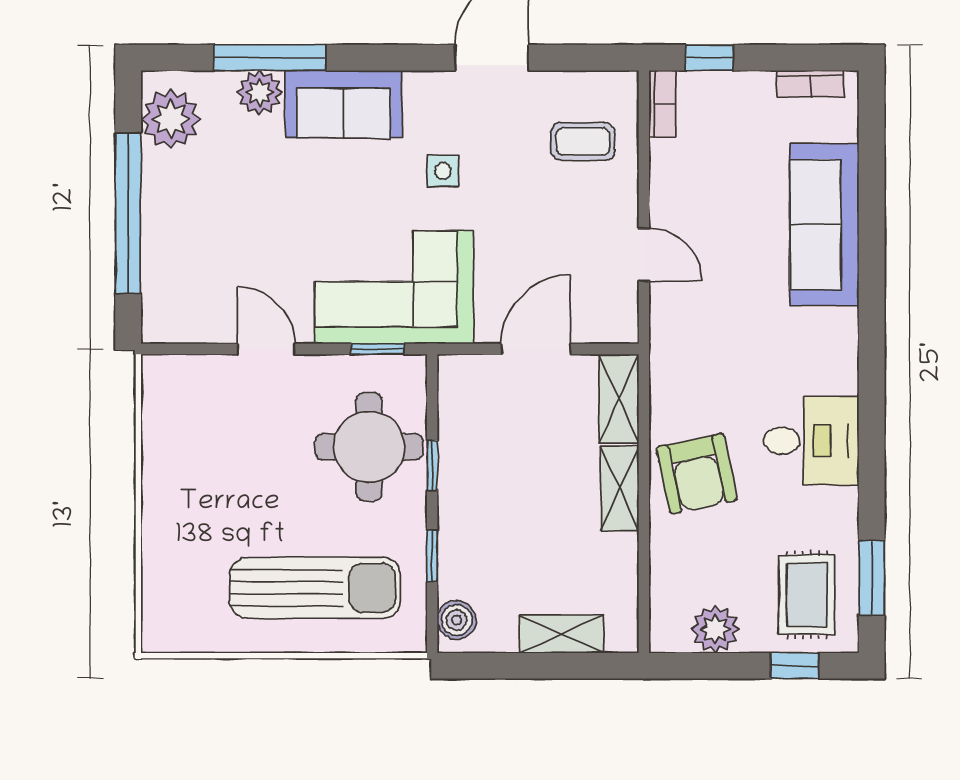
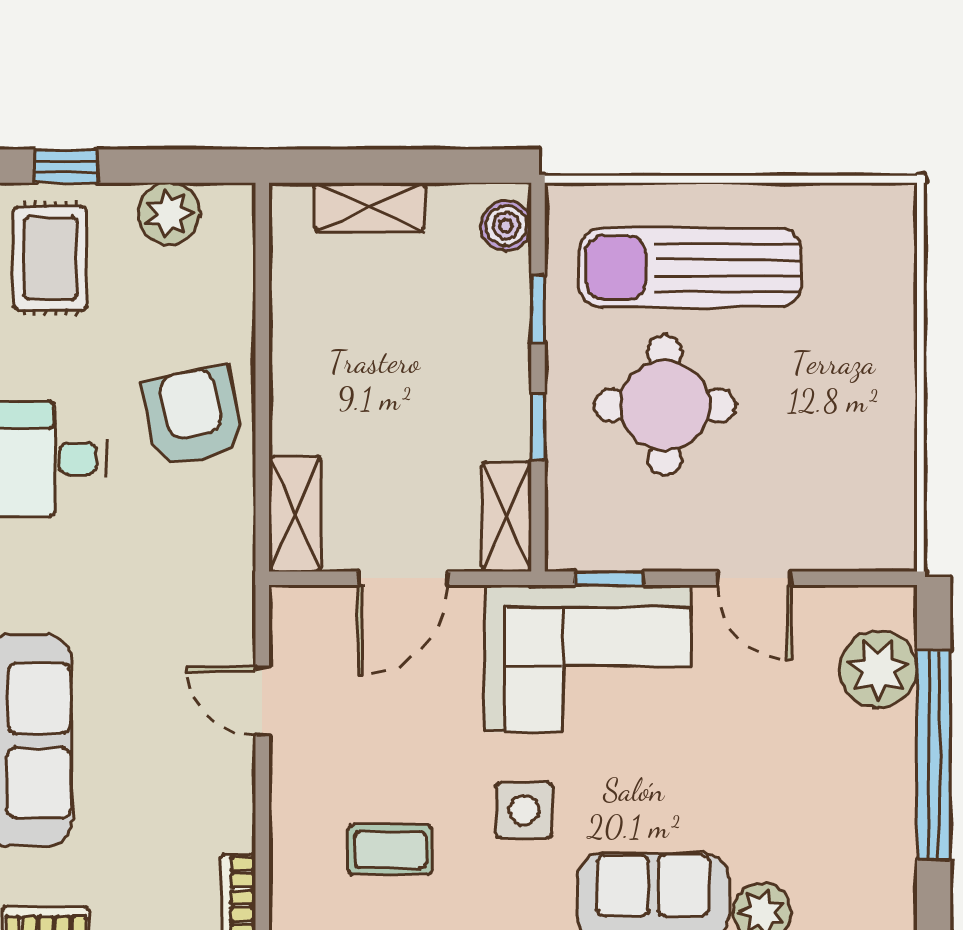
plant: (171, 119) -> (878, 669), moved
coffee table: (583, 141) -> (390, 850), moved
side table: (443, 171) -> (524, 810), width x1.37, depth x1.37
round table: (369, 447) -> (665, 405), moved
shelving: (620, 488) -> (507, 517), moved

